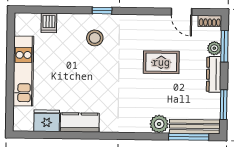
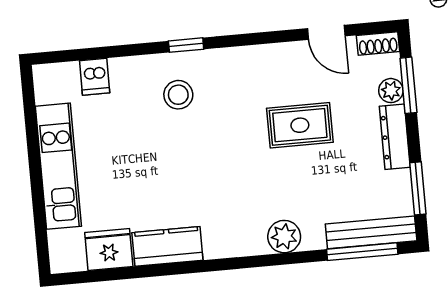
plant: (159, 124) -> (284, 237), moved

